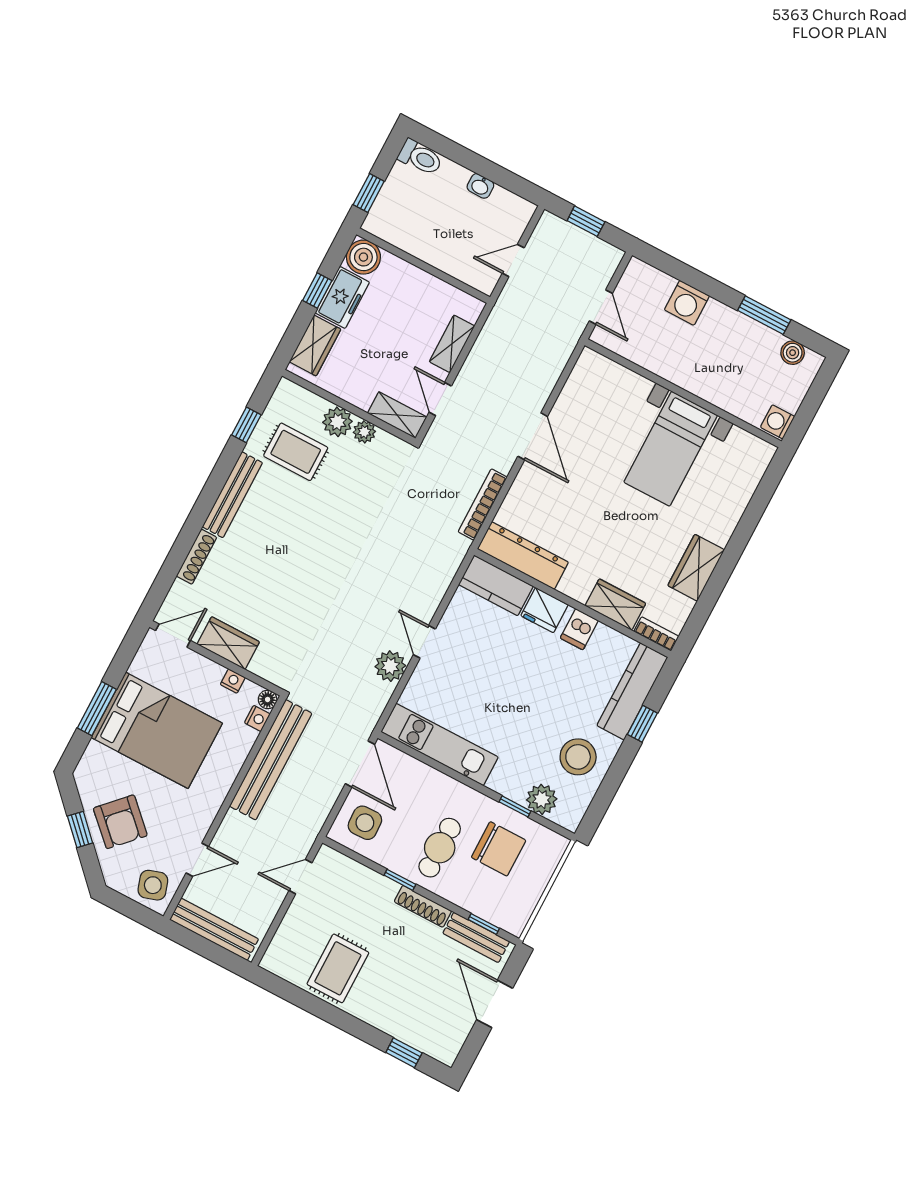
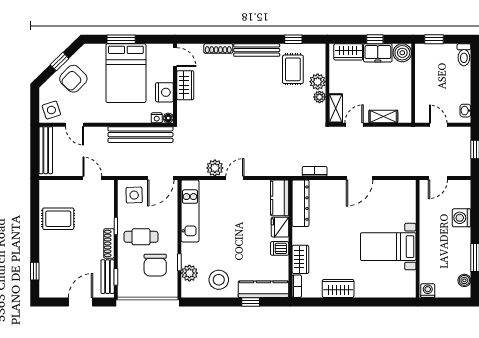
washbasin: (480, 186) -> (465, 111), moved
bookcase: (483, 505) -> (315, 171), width x0.64
nightstand: (233, 681) -> (164, 92), width x1.89, depth x1.79

